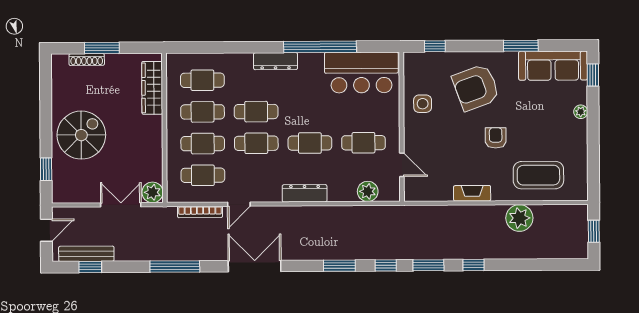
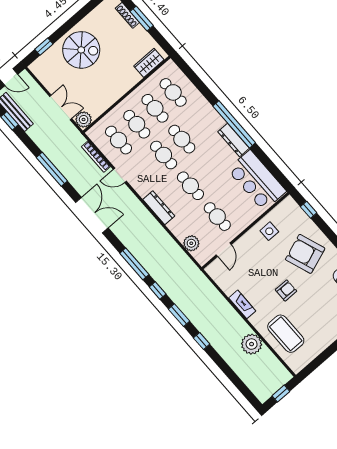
window: (320, 47) -> (234, 124), moved
dresser: (276, 61) -> (234, 140), moved
wardrobe: (152, 88) -> (149, 63), width x0.67
window: (339, 266) -> (134, 264), width x1.44

